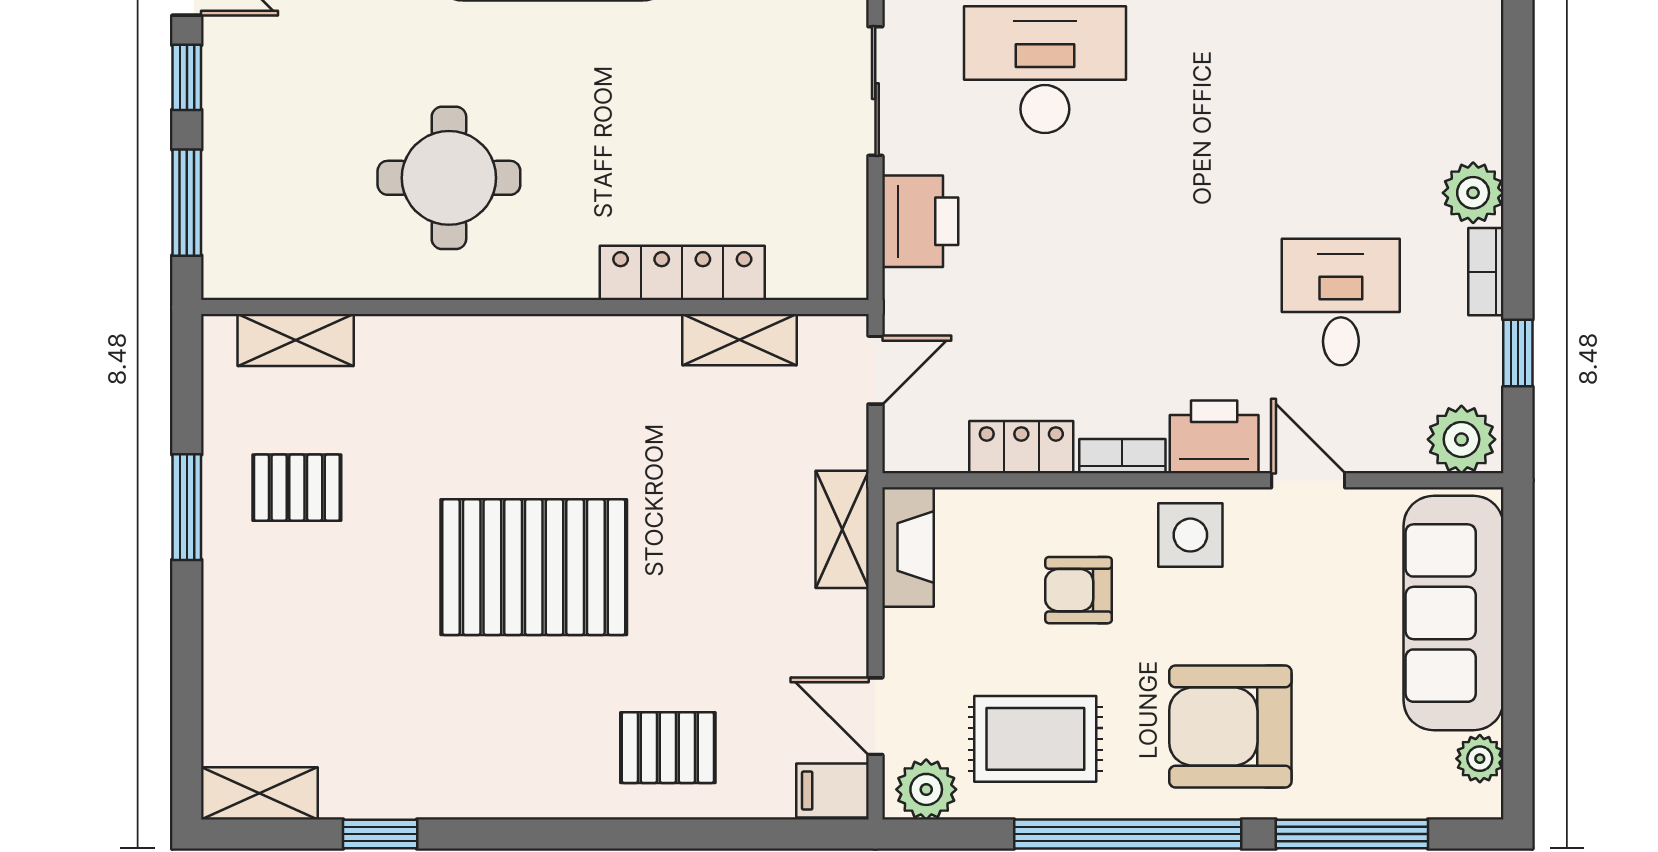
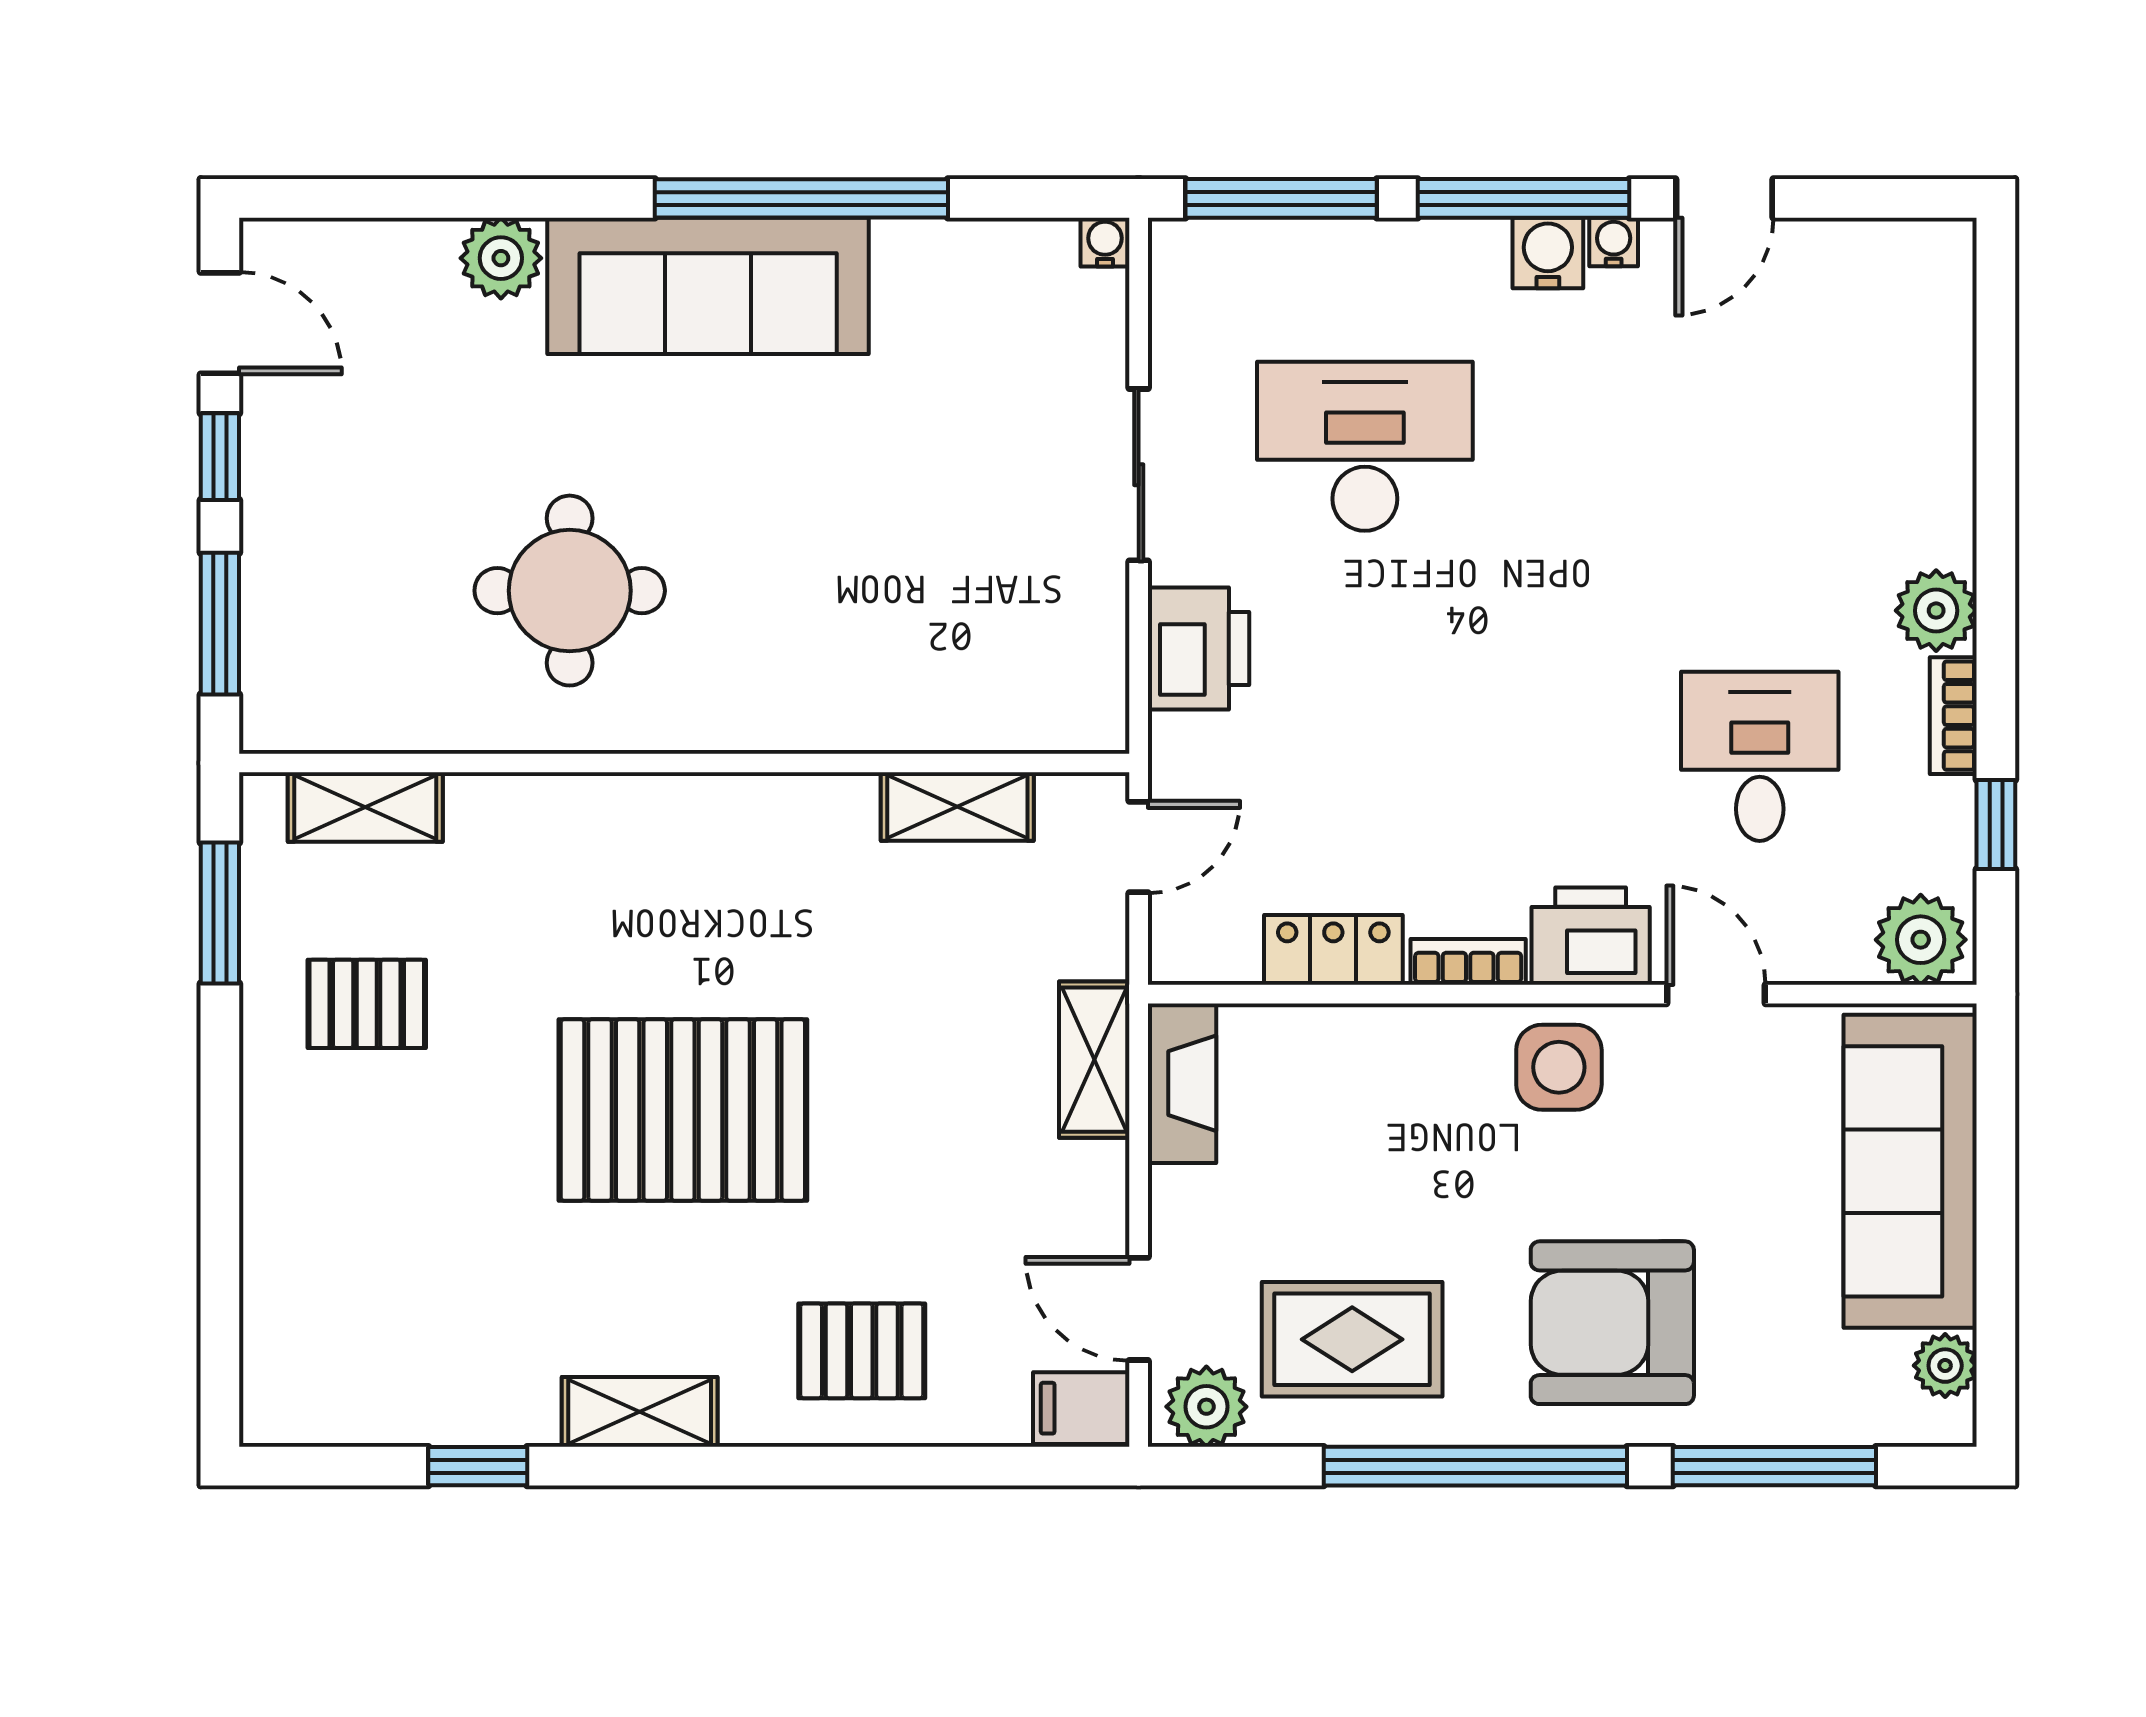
locker: (682, 273) -> (881, 717), removed
window: (187, 507) -> (220, 913), moved
armchair: (1079, 590) -> (1410, 1141), removed
shelving: (259, 793) -> (640, 1412), moved

